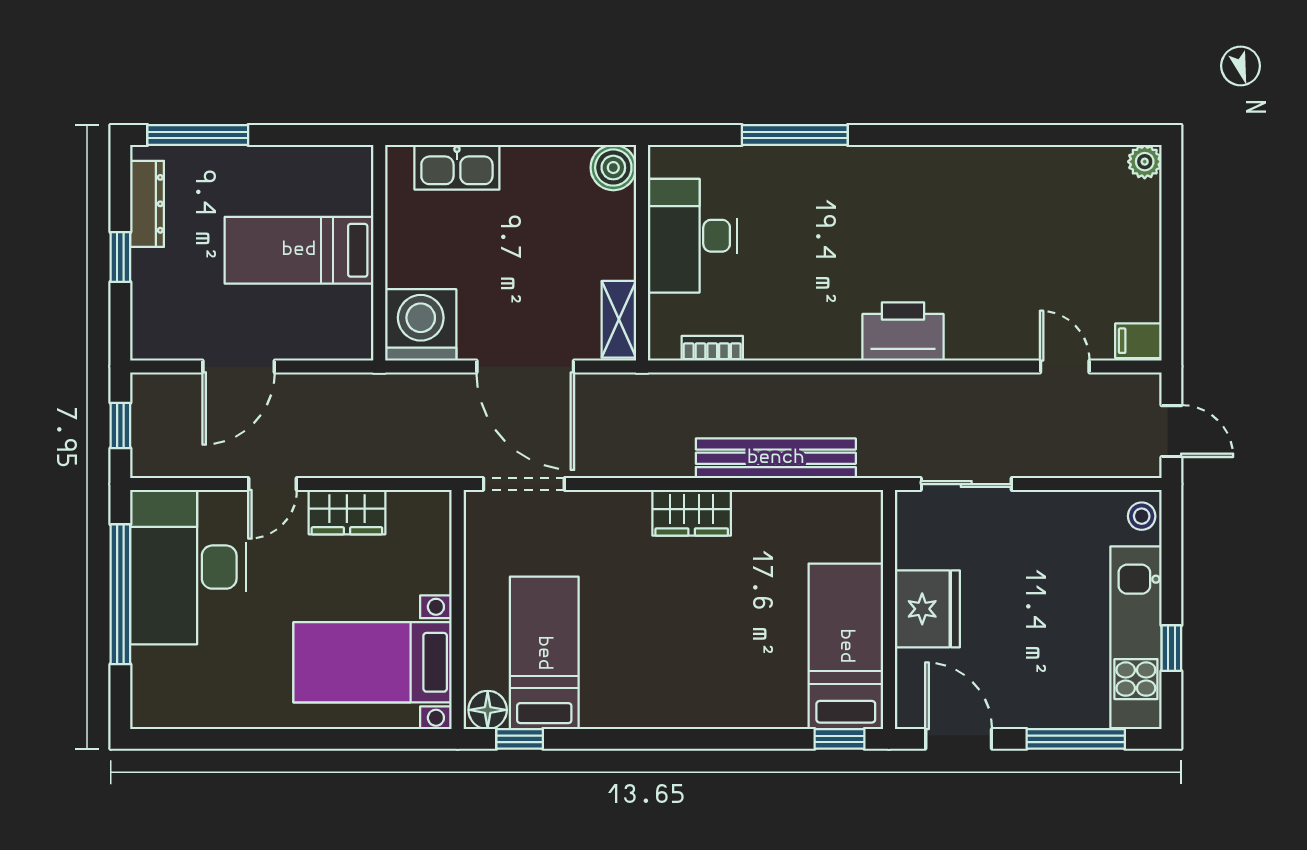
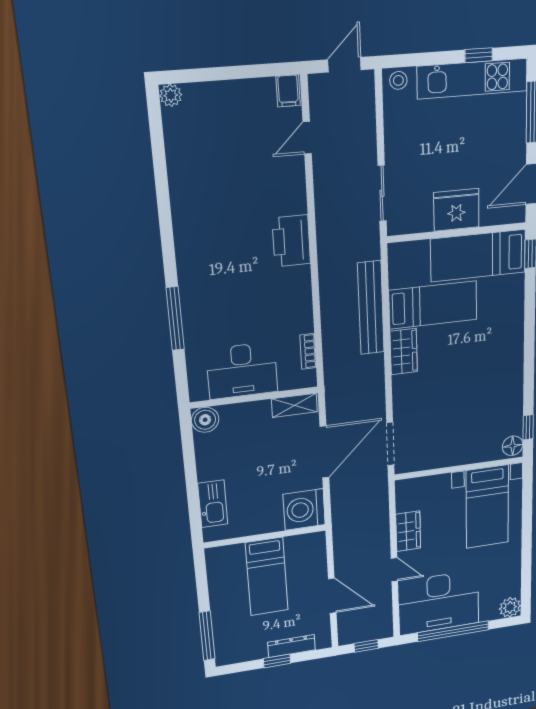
dresser: (147, 204) -> (291, 646), moved
bed: (544, 653) -> (433, 305), moved, turned 180
plant: (152, 707) -> (510, 607), added

